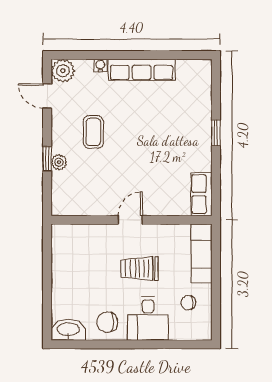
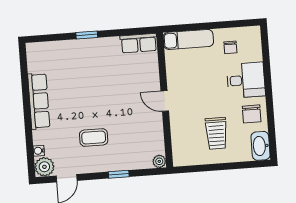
water cooler: (100, 65) -> (39, 151), moved
plant: (59, 162) -> (159, 161), moved
trolley: (139, 268) -> (216, 133), moved

